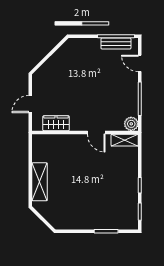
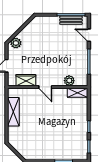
plant: (43, 74) -> (16, 43), added
plant: (131, 124) -> (69, 81), moved
door: (96, 132) -> (45, 87), moved
shelving: (40, 182) -> (13, 112), moved

